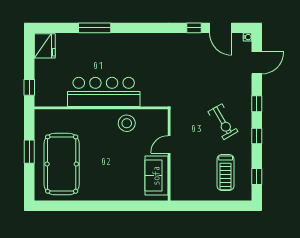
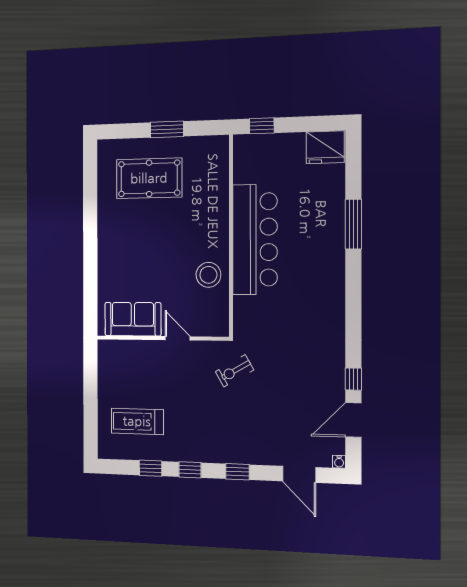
exercise bike: (223, 122) -> (235, 371), moved, width x0.73, depth x0.72
pool table: (62, 164) -> (149, 178), width x0.73, depth x0.76
window: (257, 176) -> (151, 468), moved

